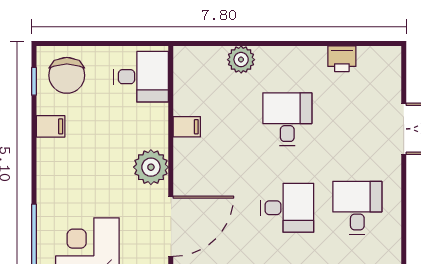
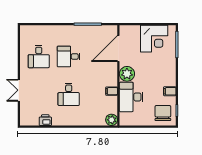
plant: (241, 60) -> (112, 120), moved
desk: (141, 77) -> (131, 97), moved, width x1.37

